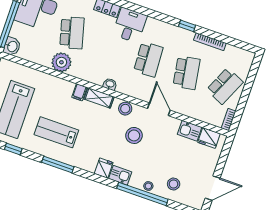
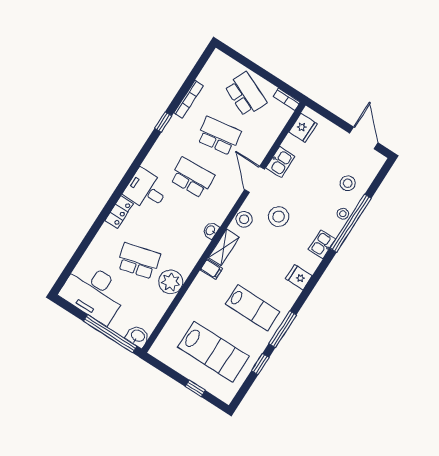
door: (159, 109) -> (254, 179), hinge flipped
kitchen sink: (190, 131) -> (280, 162), moved
lab bench: (56, 132) -> (253, 308), turned -90
window: (58, 165) -> (283, 329), moved
fridge: (104, 168) -> (299, 277), moved

